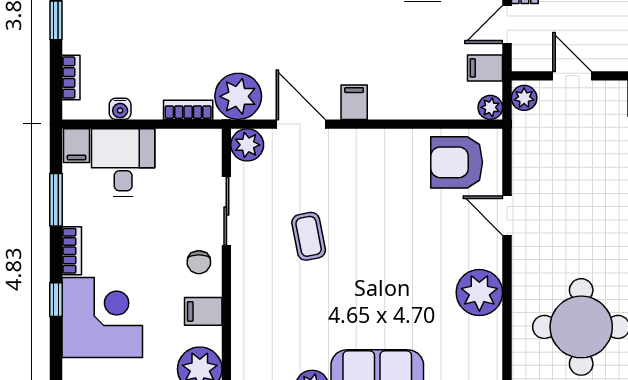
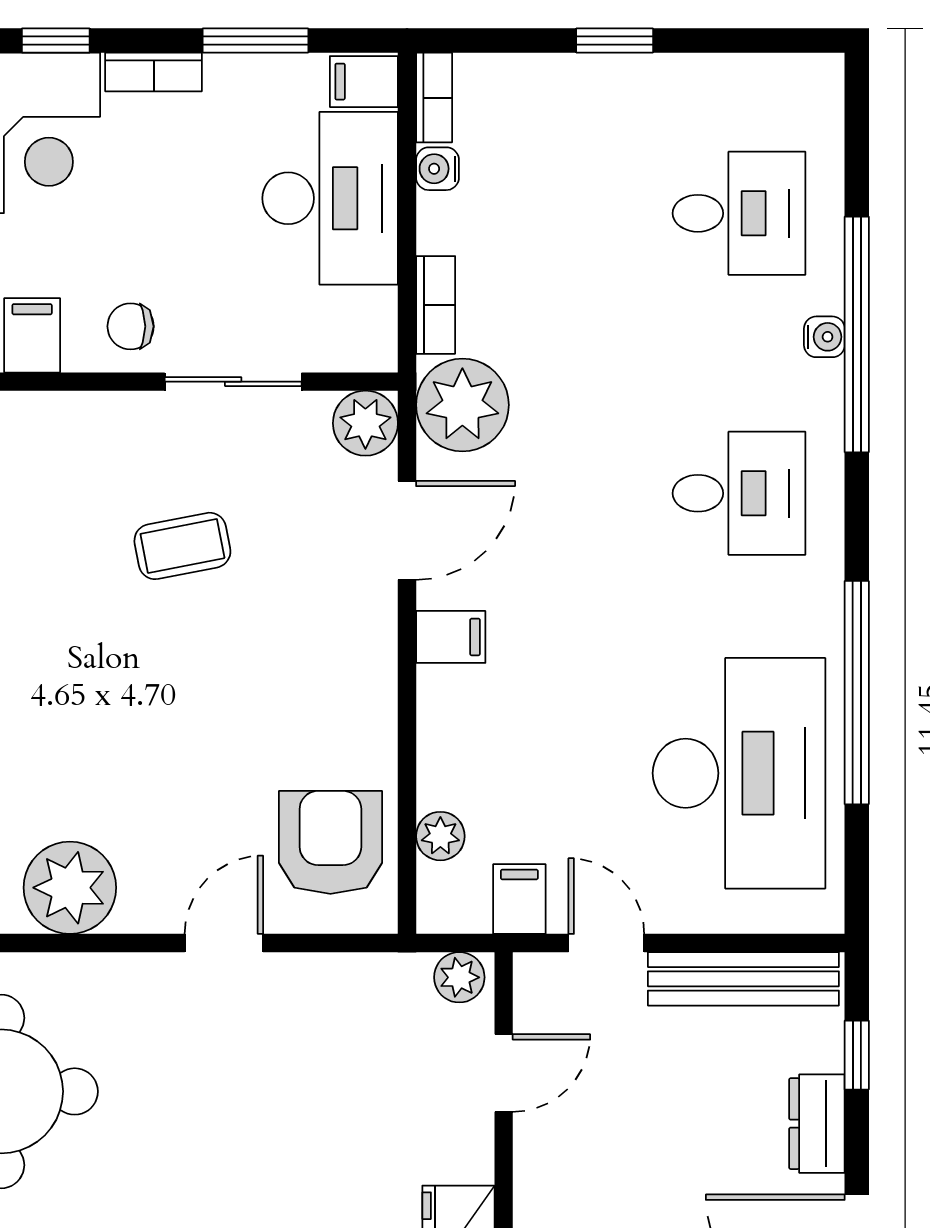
bookcase: (71, 78) -> (434, 98), moved, turned -90
plant: (490, 107) -> (440, 836), moved
desk: (123, 162) -> (330, 198), width x1.37

